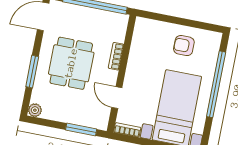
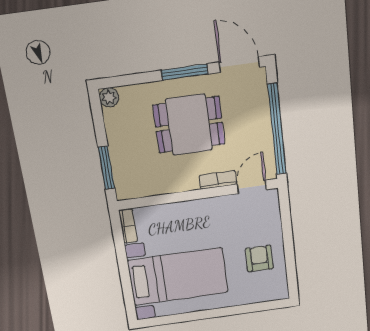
window: (32, 72) -> (185, 72), moved
window: (216, 84) -> (224, 312), removed
door: (117, 98) -> (252, 187), moved

